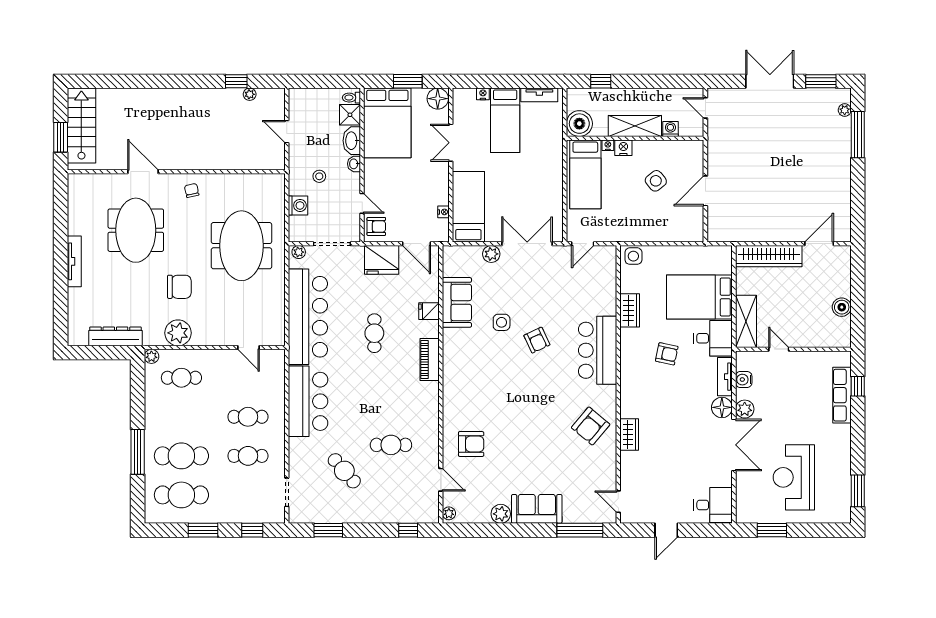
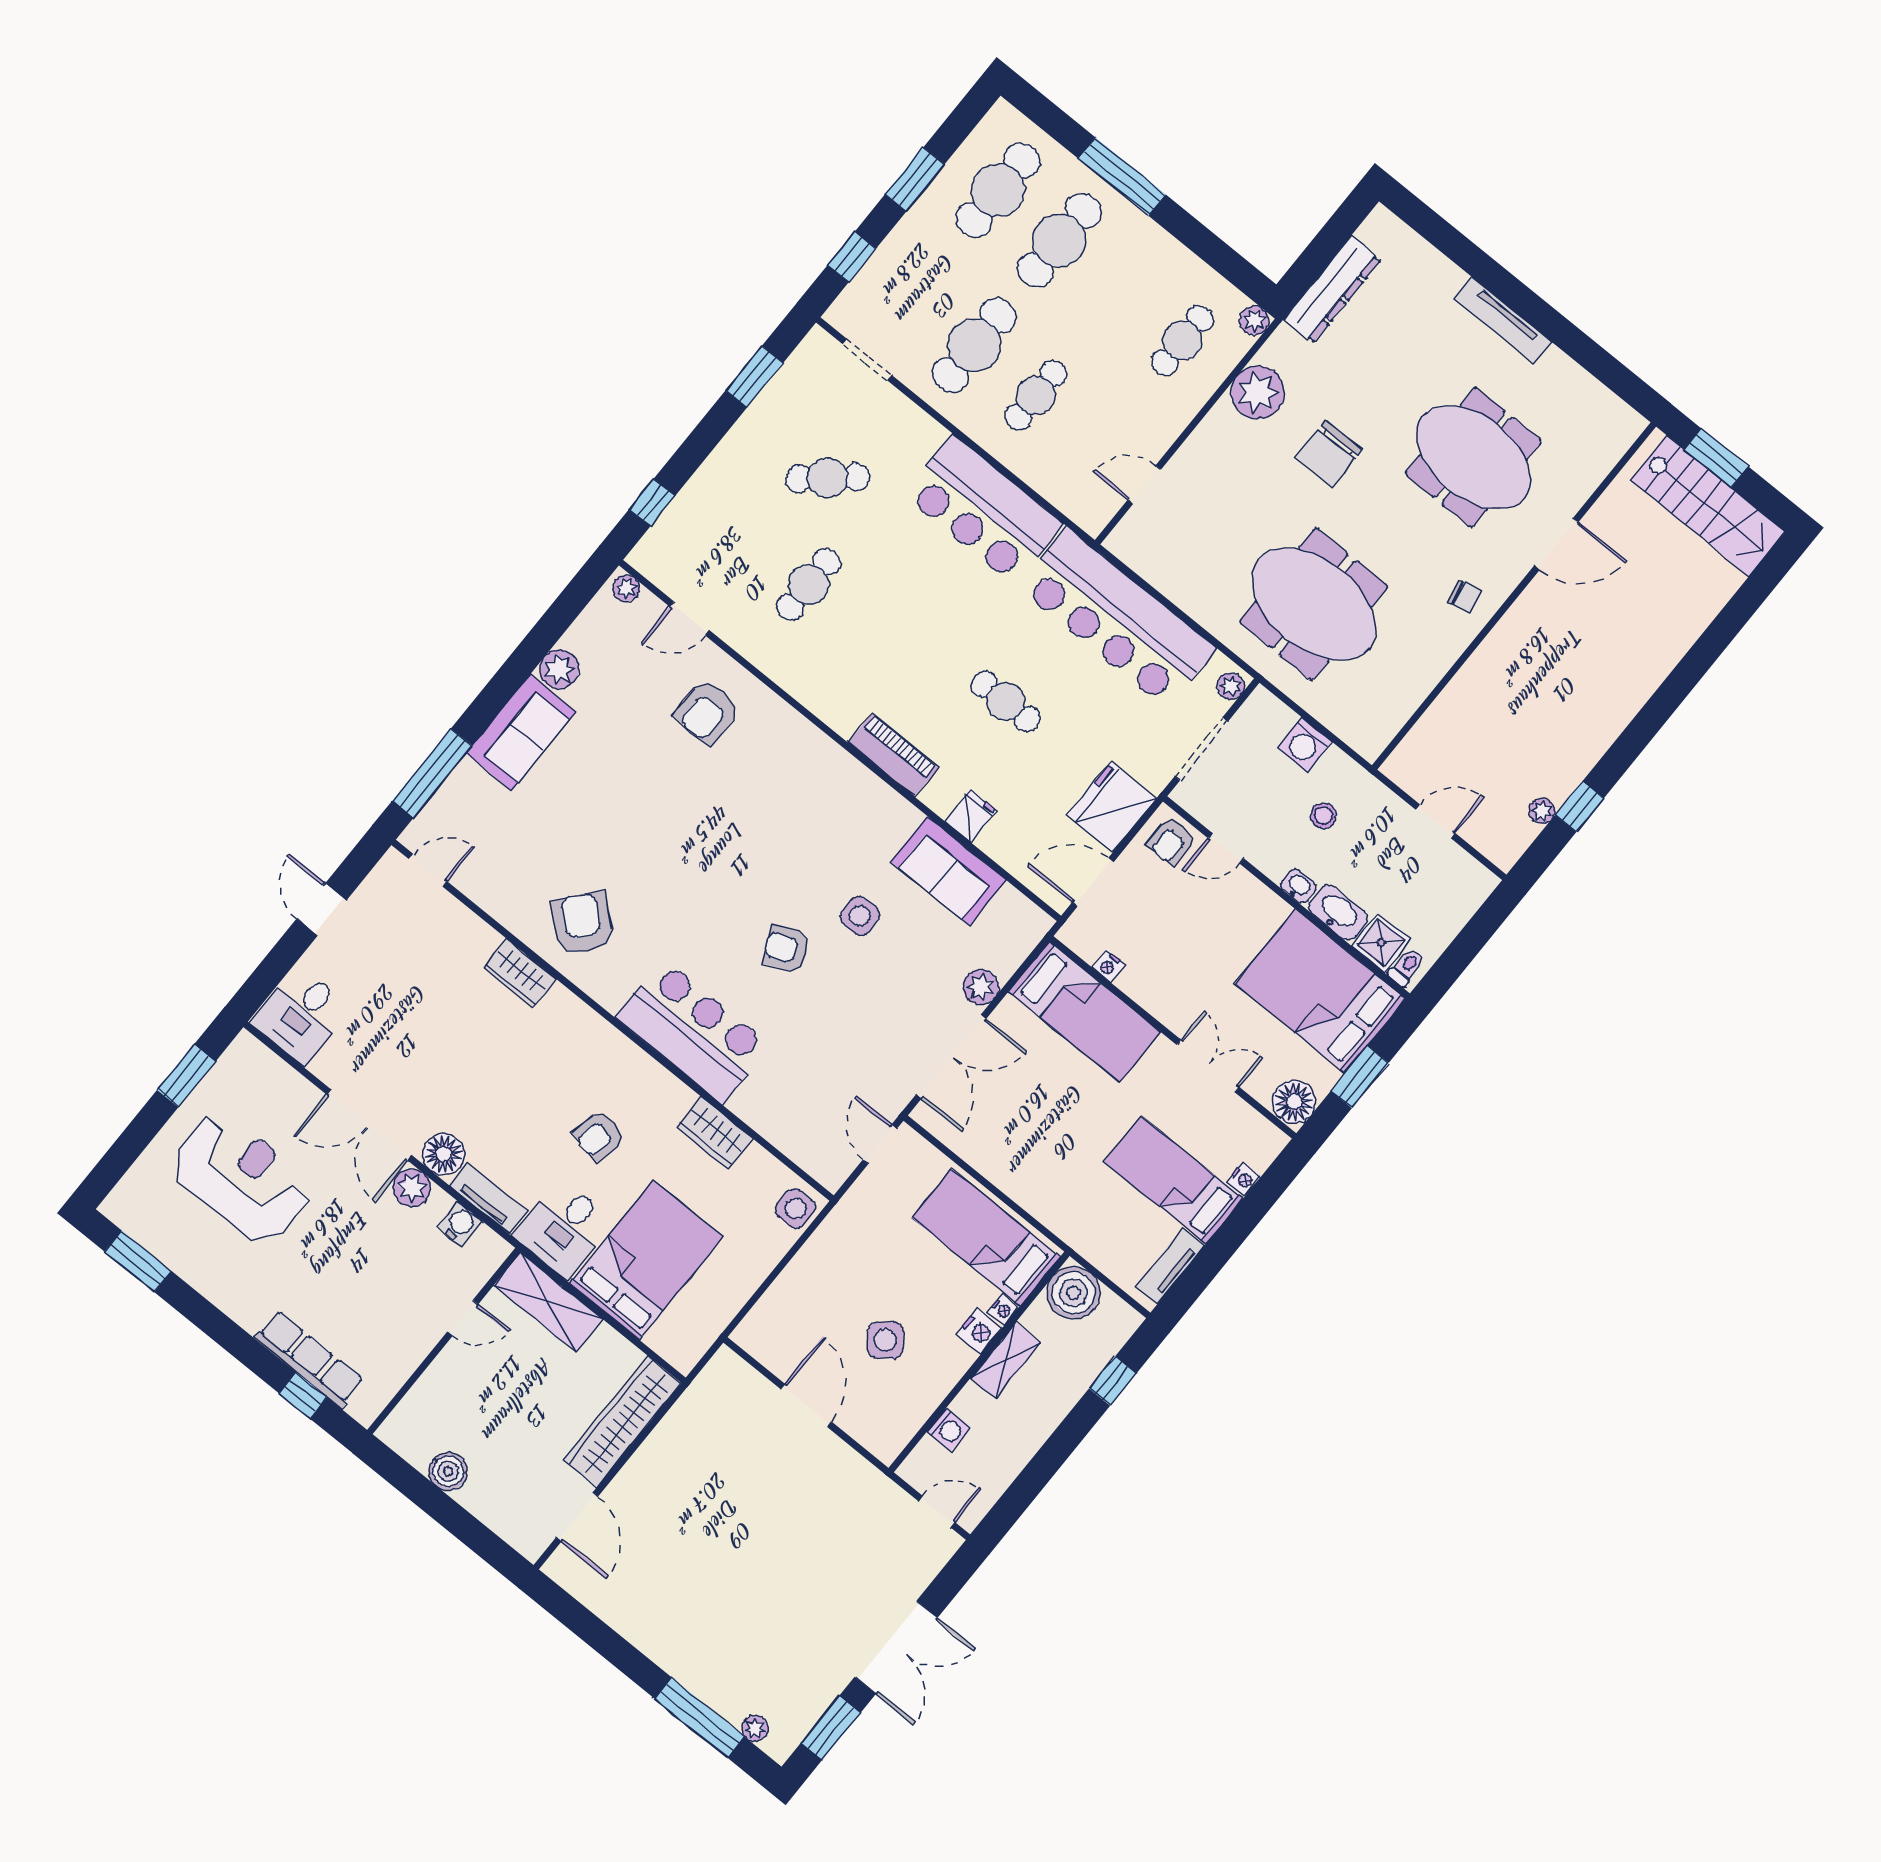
shelving: (635, 126) -> (1006, 1360), width x0.67, depth x0.75
cafe table: (248, 456) -> (974, 345), width x1.37, depth x1.35

